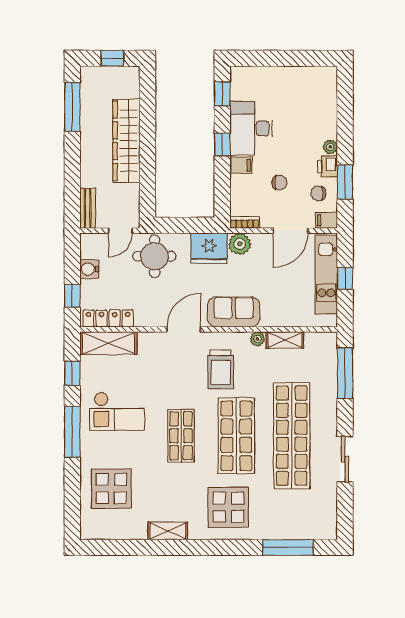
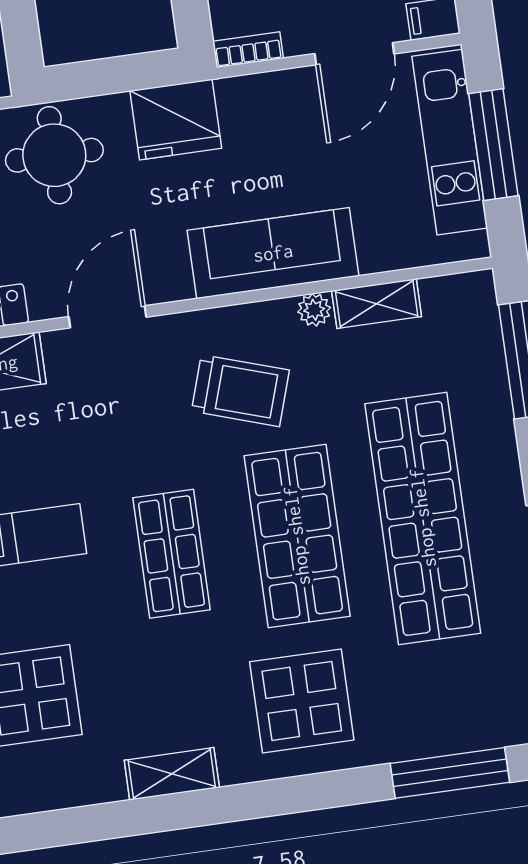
plant: (240, 244) -> (244, 100), removed
window: (345, 278) -> (493, 145), width x2.17
sofa: (234, 312) -> (273, 253), width x1.36
door: (184, 329) -> (108, 317), moved
trolley: (221, 369) -> (240, 391), turned -72

